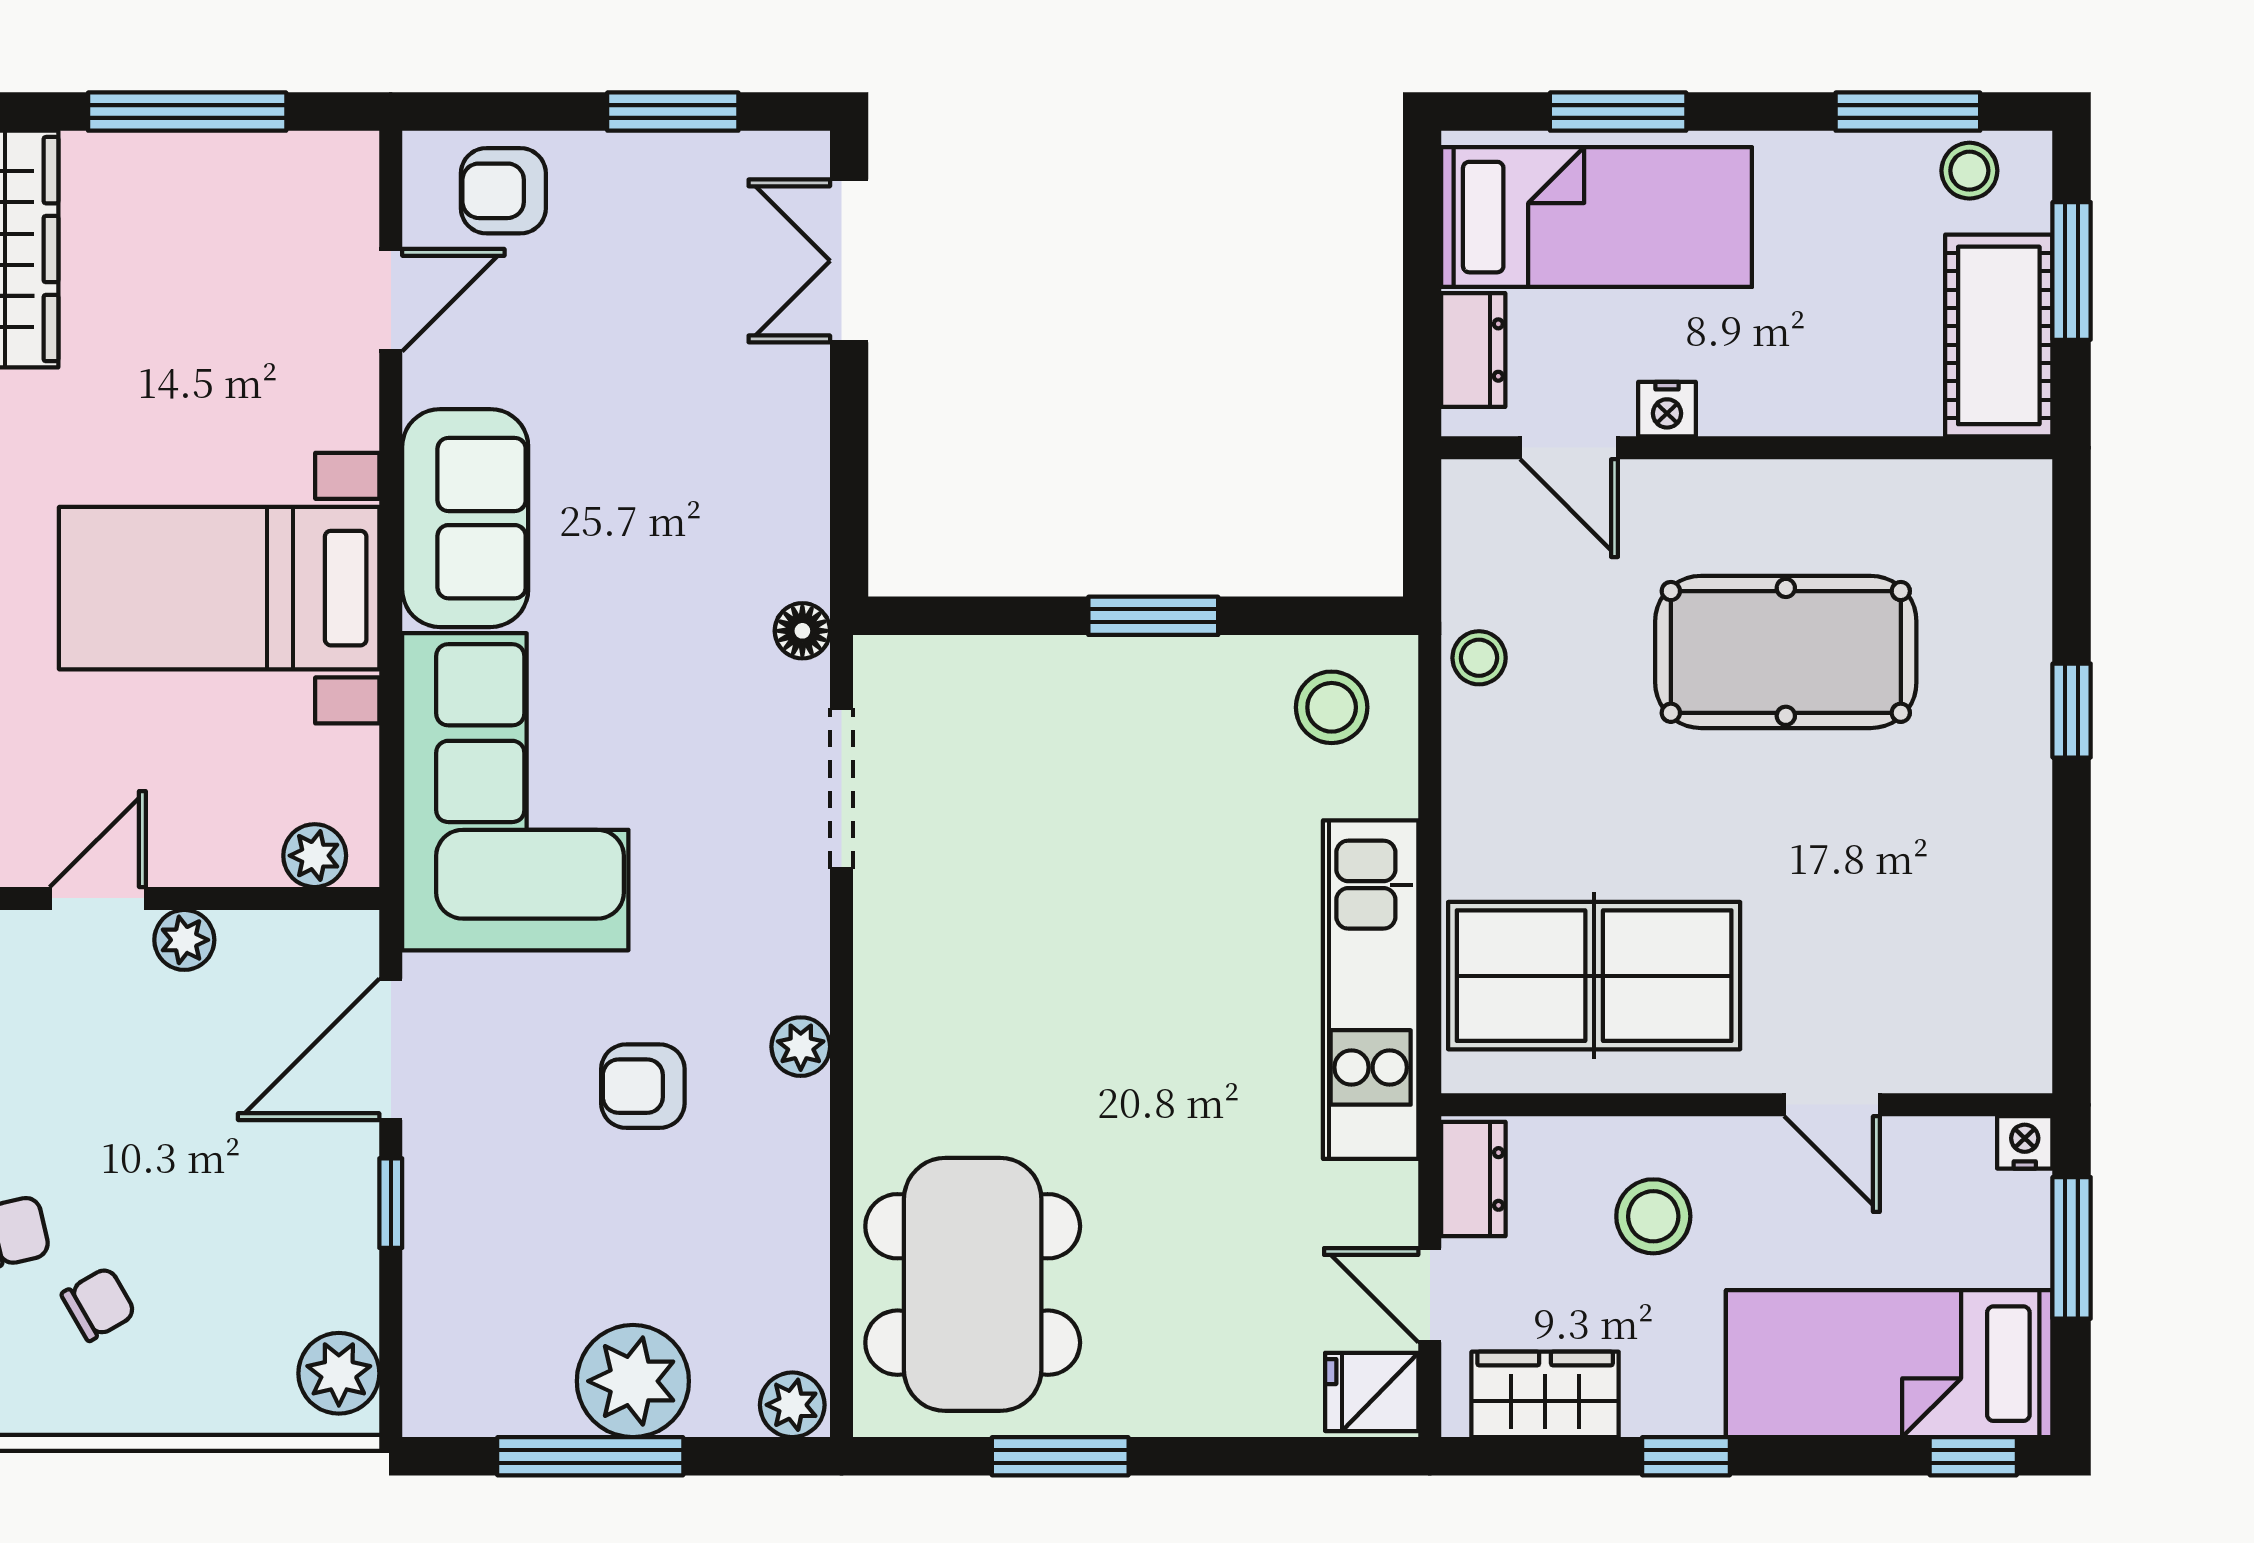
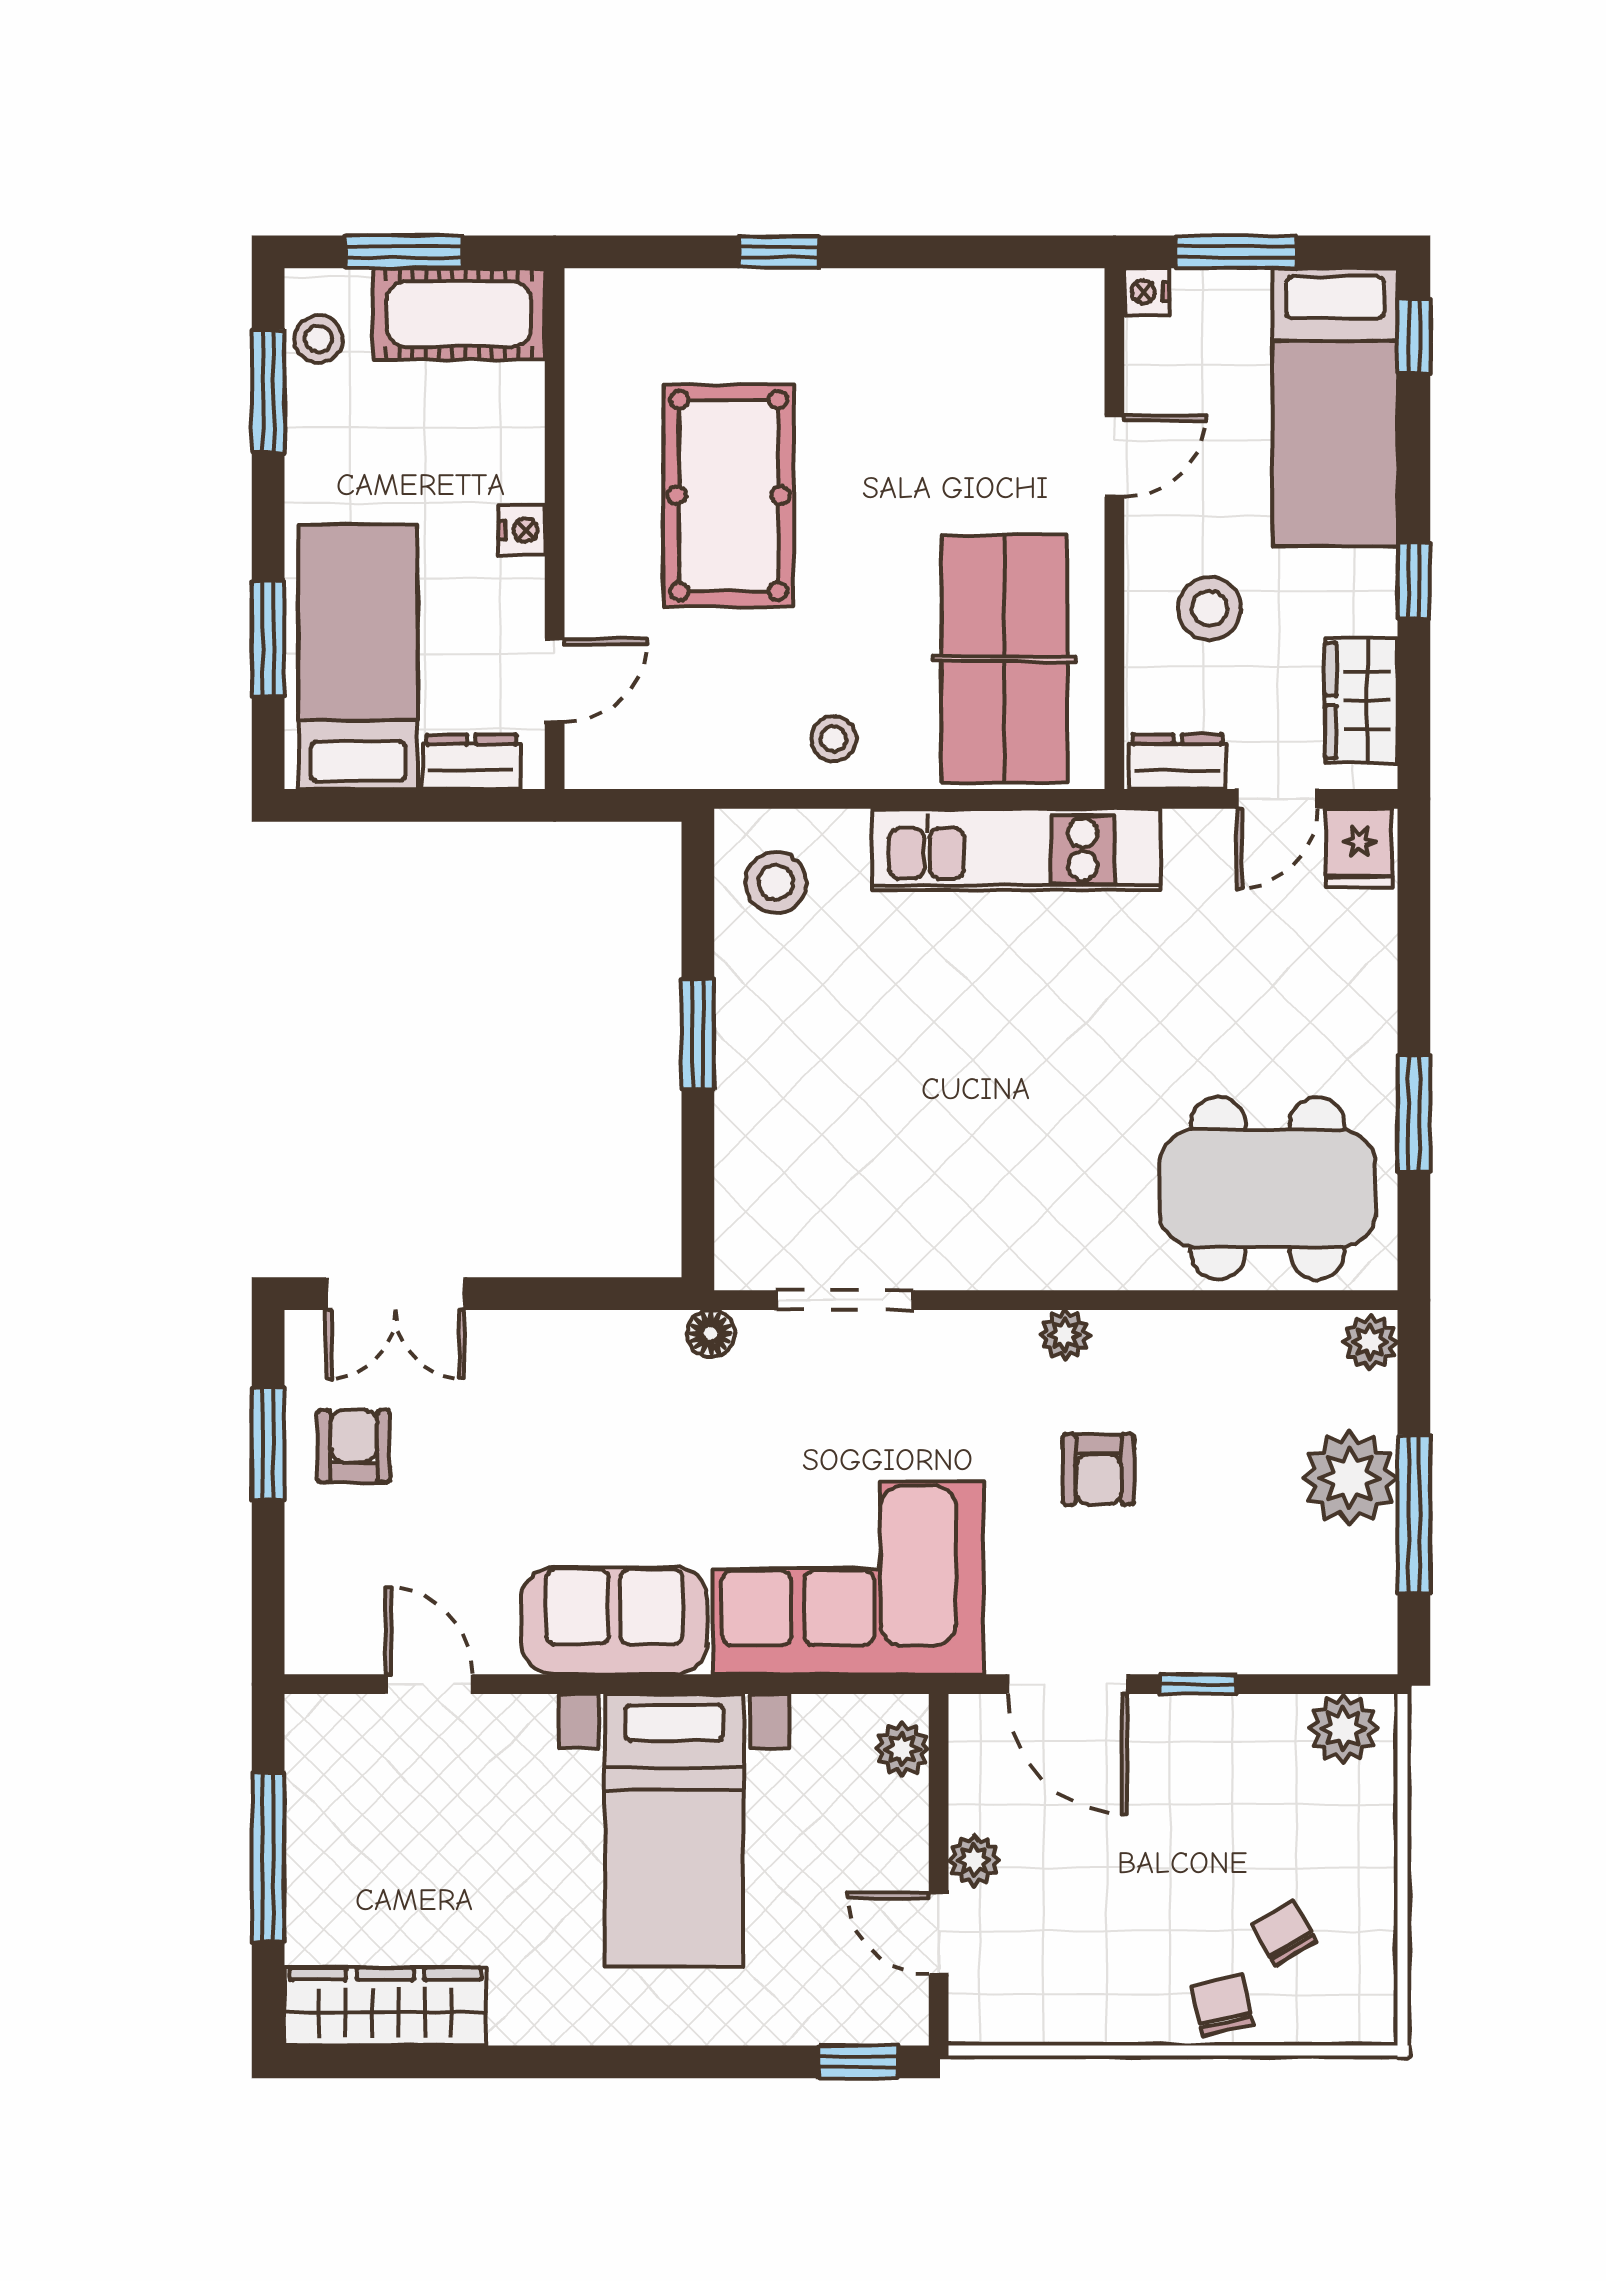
armchair: (503, 191) -> (354, 1446), moved, turned 180
nightstand: (1667, 409) -> (522, 530), moved
stool: (1479, 658) -> (834, 739), moved

